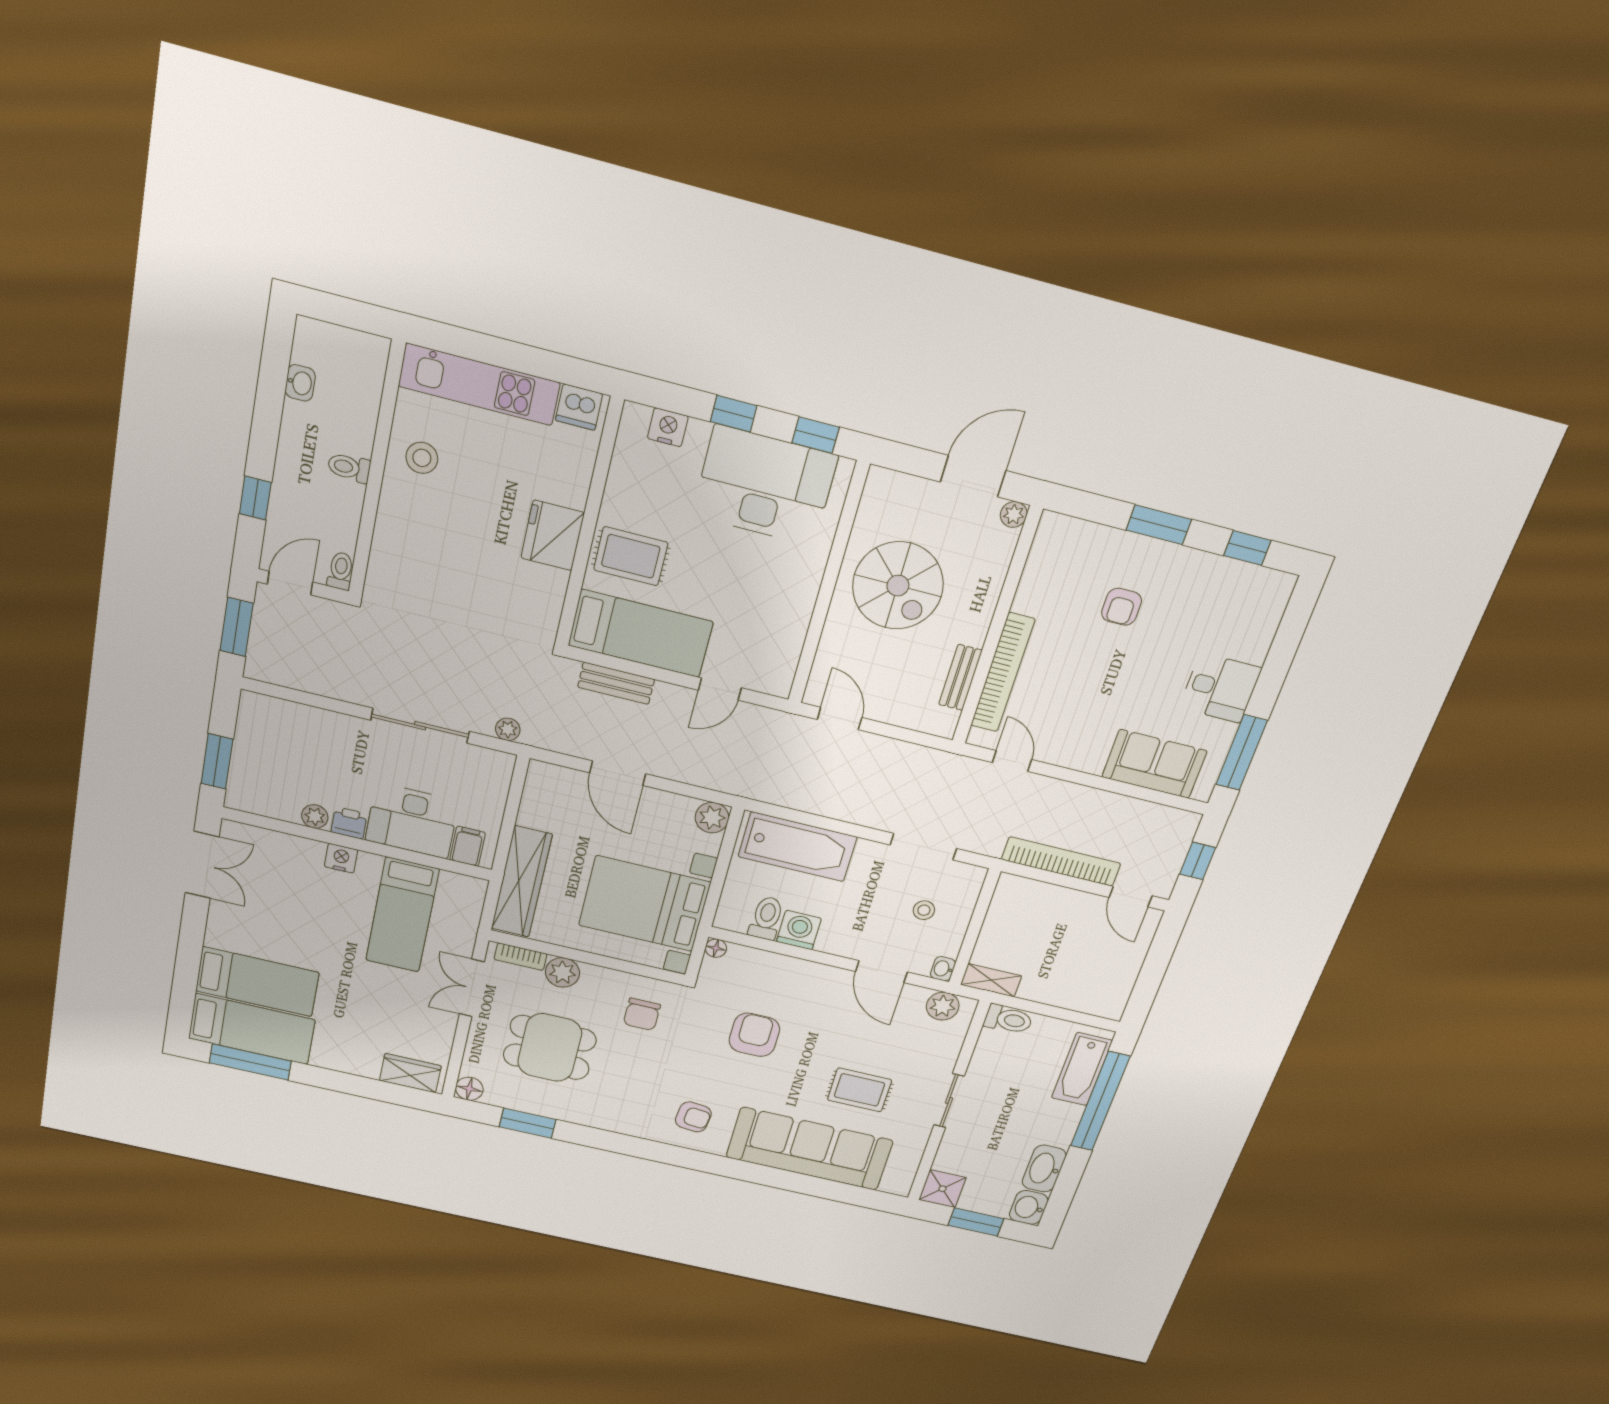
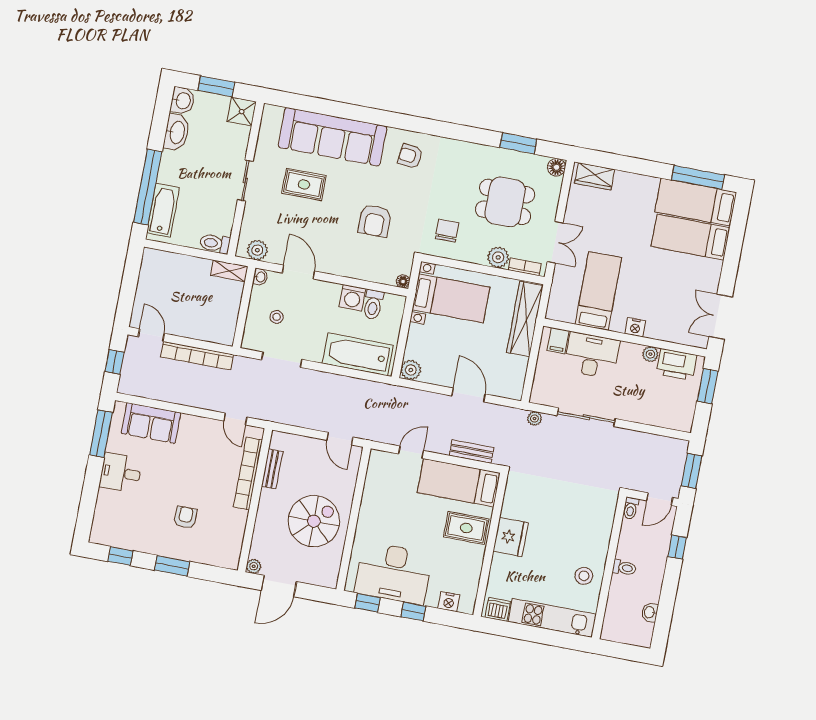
spiral stairs: (898, 586) -> (314, 521), turned 90
printer: (349, 823) -> (677, 364), moved, width x1.87, depth x1.48
bed with nightstands: (645, 904) -> (451, 298), width x0.73

